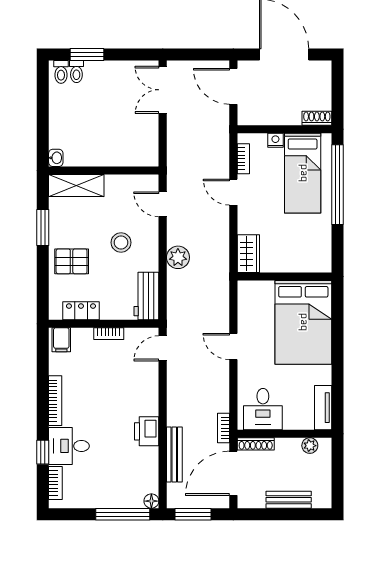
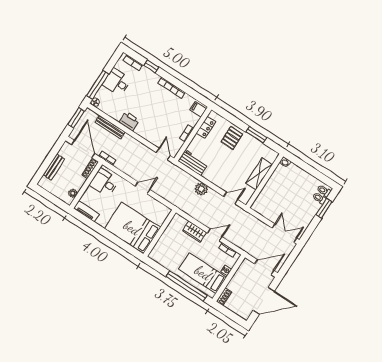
shelving: (76, 185) -> (259, 174), moved
stool: (121, 243) -> (226, 167), removed
wardrobe: (248, 254) -> (195, 232), moved
desk: (69, 446) -> (117, 82), moved, turned -90

